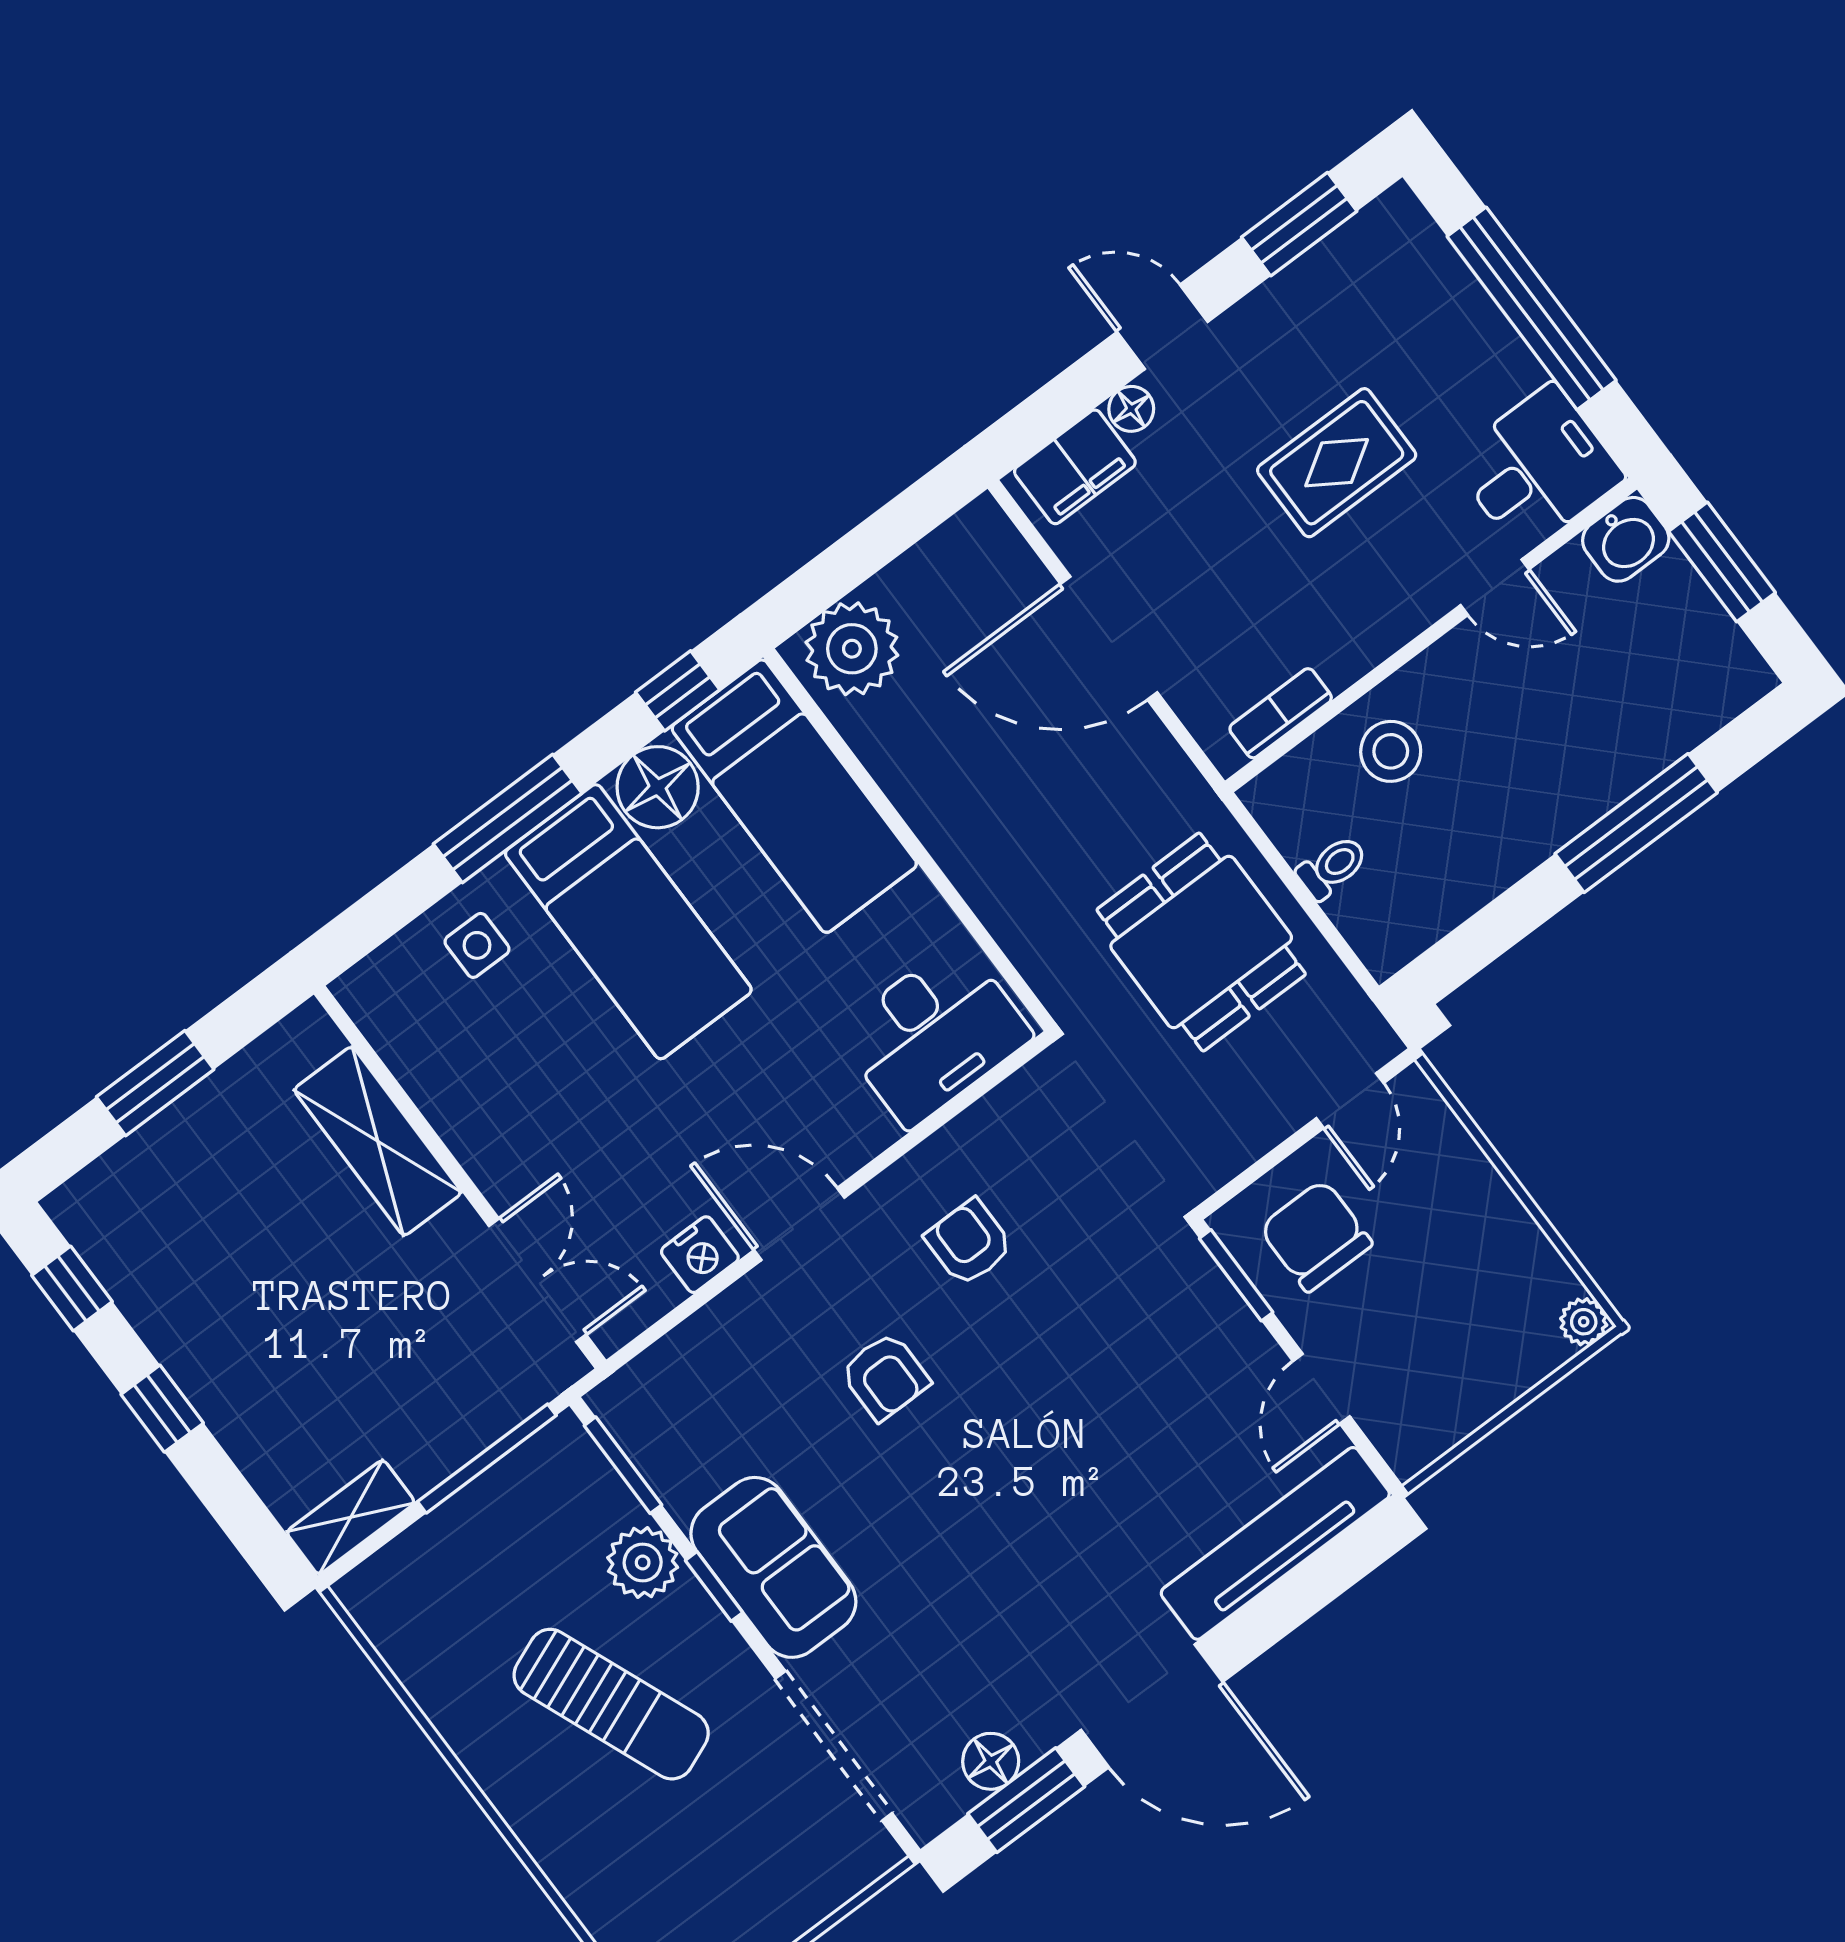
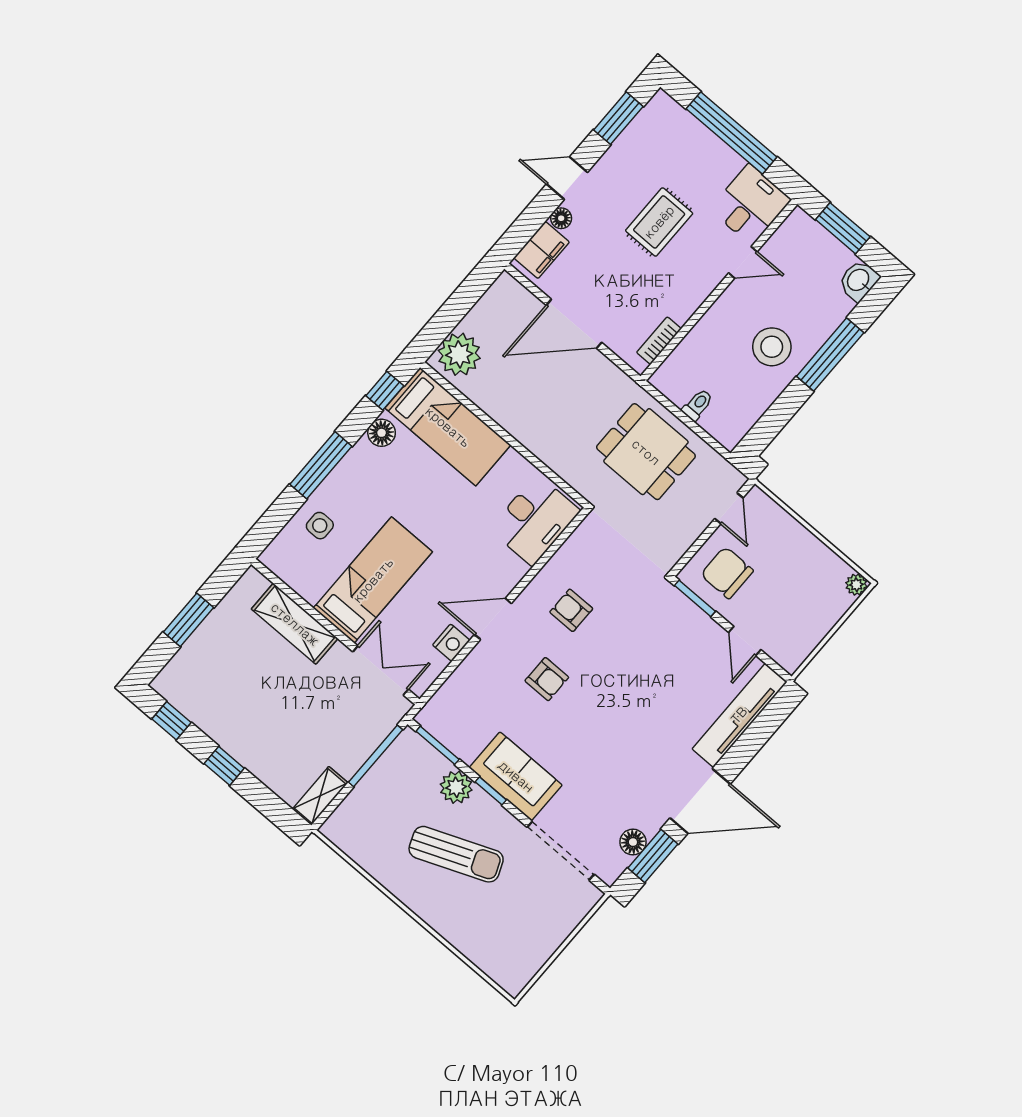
washbasin: (1626, 539) -> (859, 280), moved, turned 180
stool: (1391, 751) -> (772, 347), moved, width x1.38, depth x1.38
floor lamp: (658, 787) -> (382, 433), width x0.73, depth x0.73
bed: (628, 922) -> (373, 580), moved, turned -90

